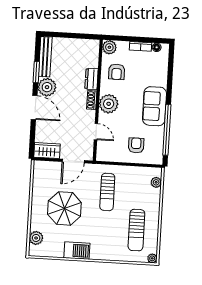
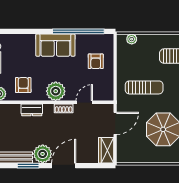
armchair: (117, 72) -> (23, 85), turned -90
shoe rack: (92, 100) -> (64, 108), moved
armchair: (136, 145) -> (96, 61), turned -90
door: (73, 161) -> (115, 123), hinge flipped

